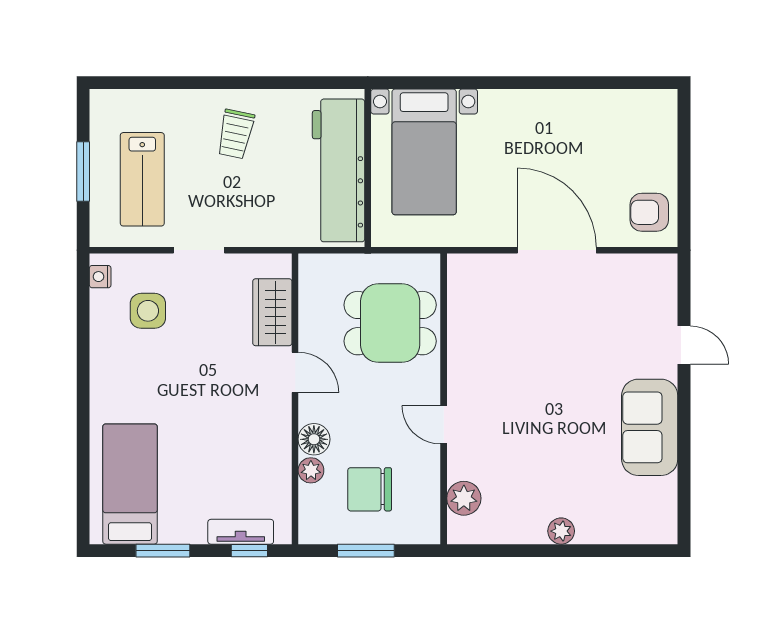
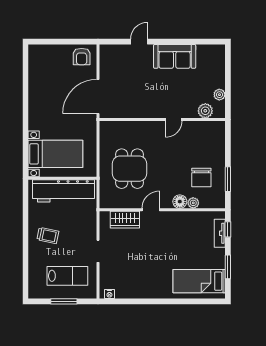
side table: (148, 311) -> (124, 273), removed
wall: (444, 399) -> (162, 119), moved
door: (444, 425) -> (174, 119), moved
plant: (464, 498) -> (205, 111), moved

